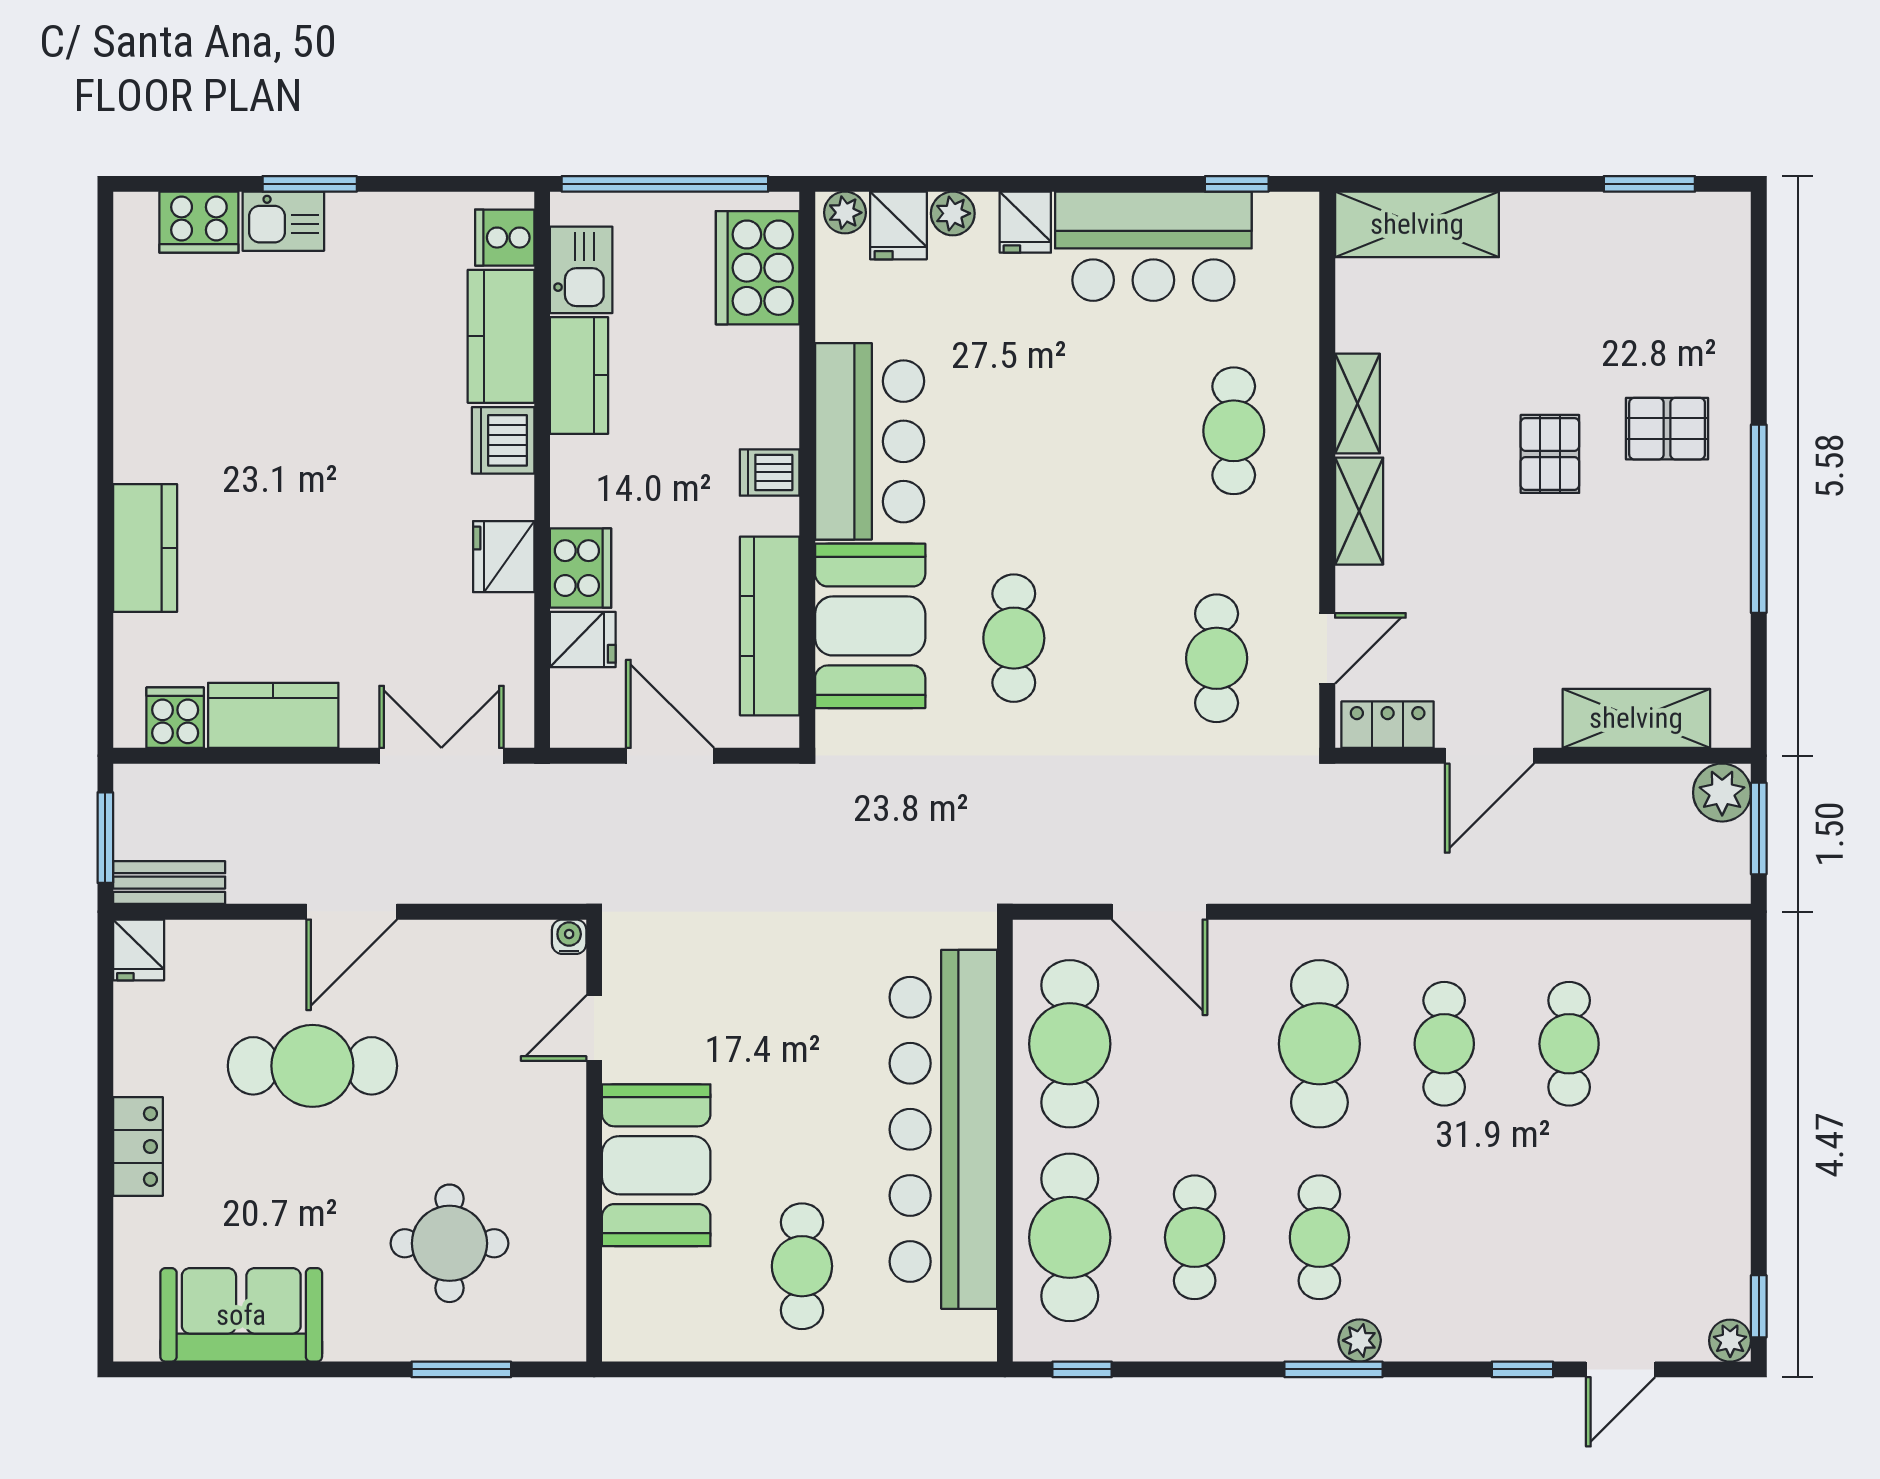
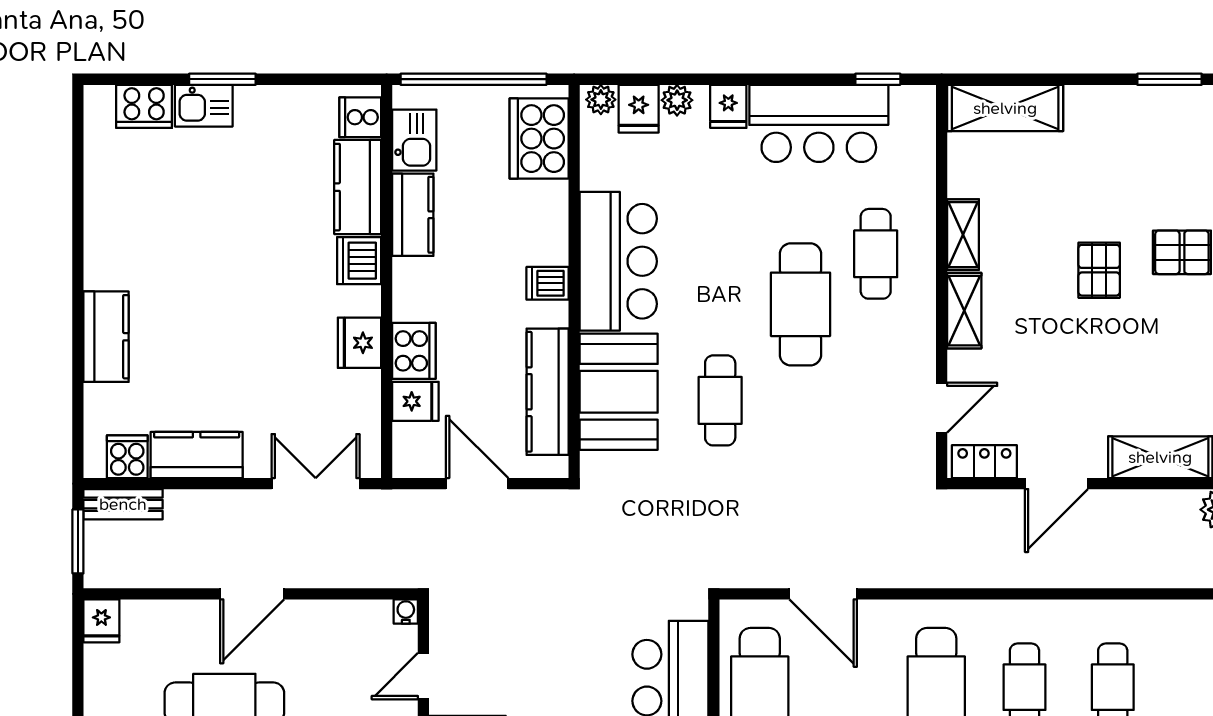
cafe table: (1217, 658) -> (800, 304), moved, width x1.37, depth x1.35
bench: (169, 883) -> (123, 504), moved

